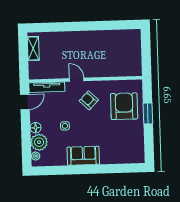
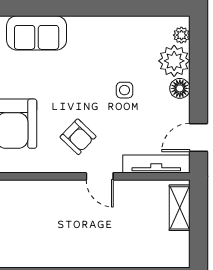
shelving: (33, 48) -> (180, 208), moved
sofa: (83, 156) -> (37, 33), moved

